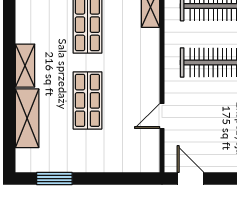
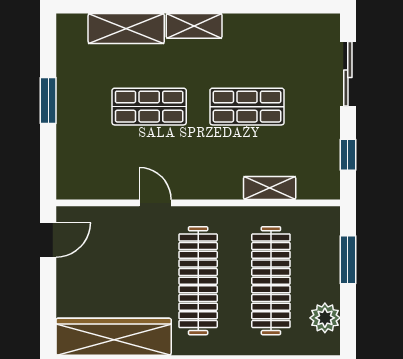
door: (162, 116) -> (155, 203), moved
window: (54, 179) -> (48, 101), moved

